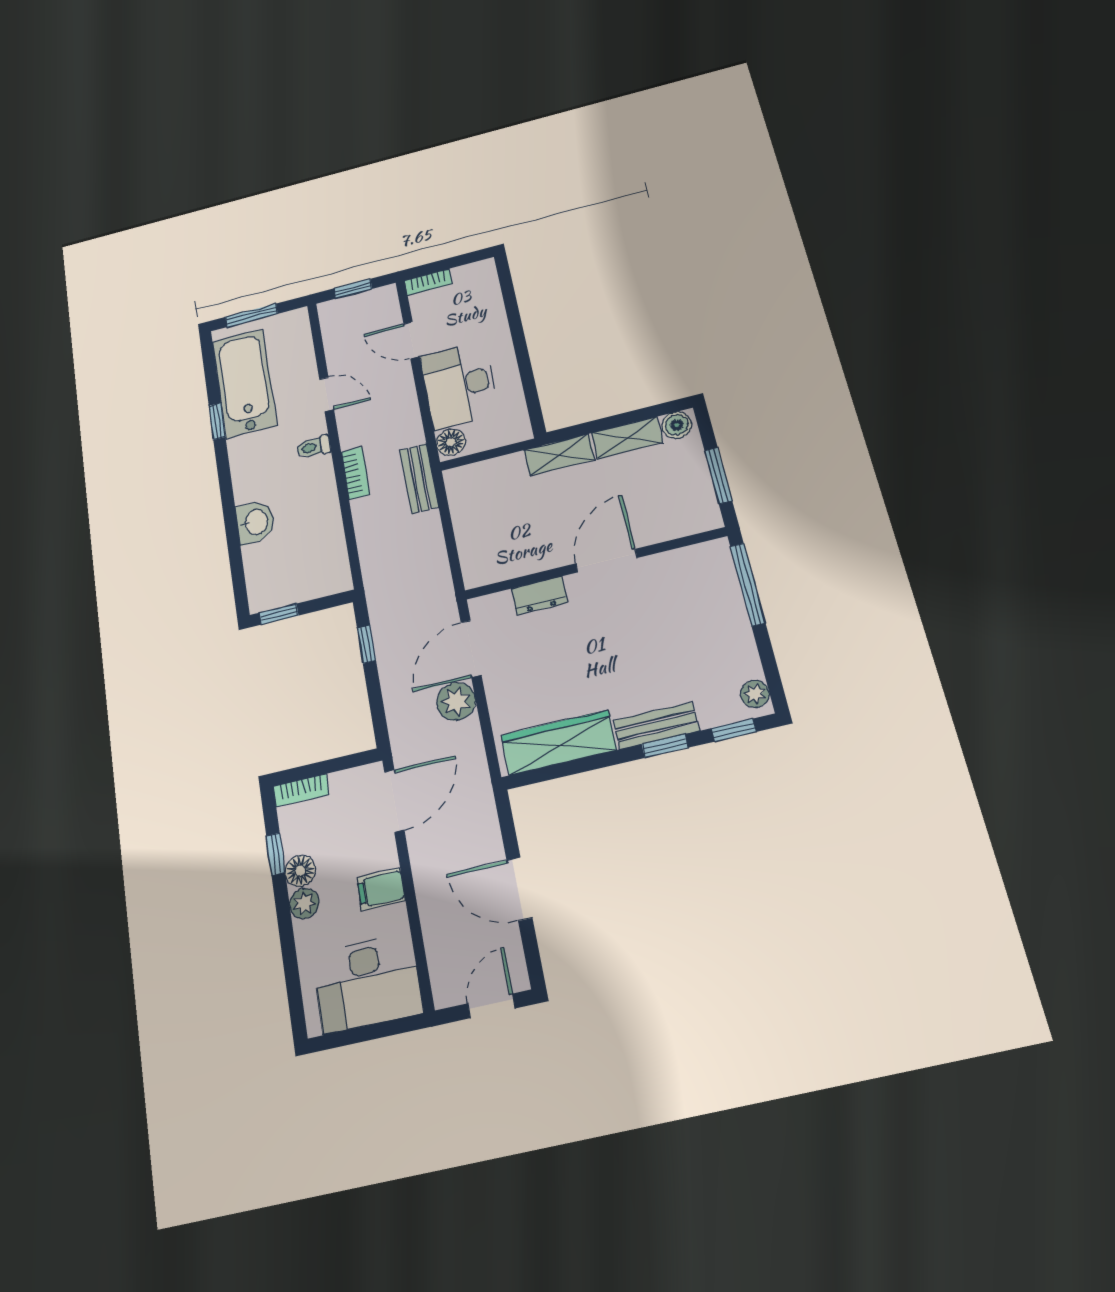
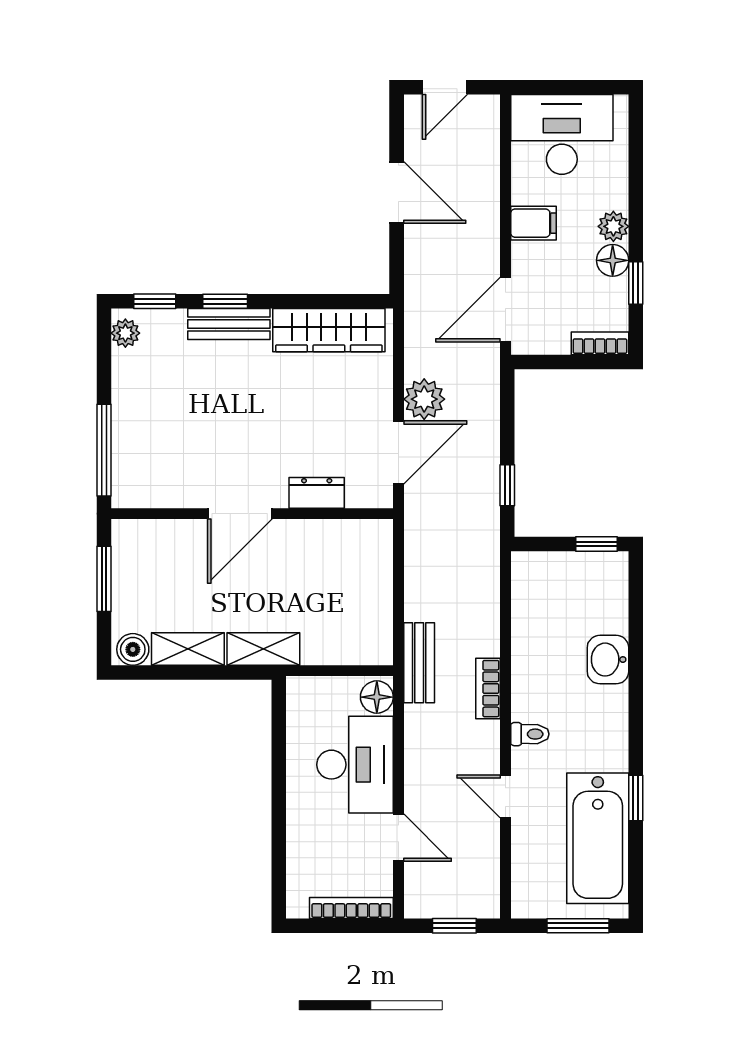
bookcase: (428, 282) -> (351, 908), width x1.56

